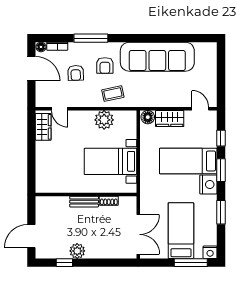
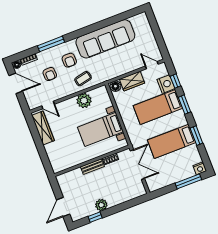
wardrobe: (43, 127) -> (43, 128), width x1.50
nightstand: (208, 184) -> (166, 84), moved
bed: (181, 231) -> (172, 141), moved, turned -90
double door: (138, 234) -> (137, 165), moved

